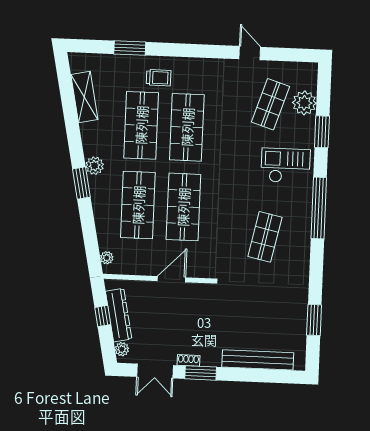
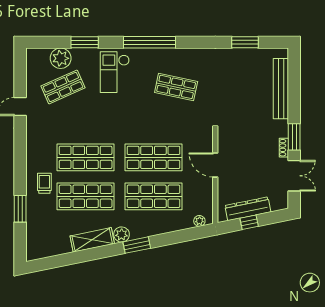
shelving: (84, 97) -> (92, 240), moved
shop shelf: (271, 104) -> (63, 87), turned -42
plant: (122, 349) -> (277, 205), removed

